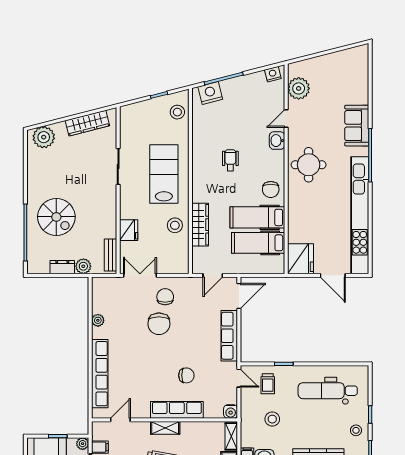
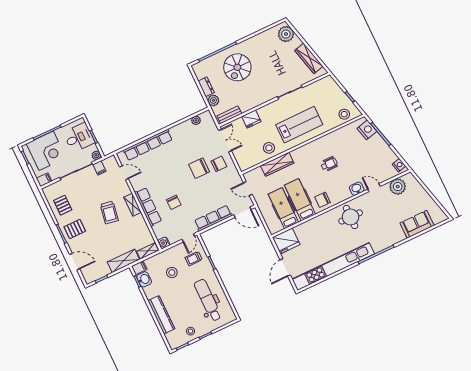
sofa: (357, 126) -> (417, 224), moved
plant: (98, 320) -> (196, 120), moved

